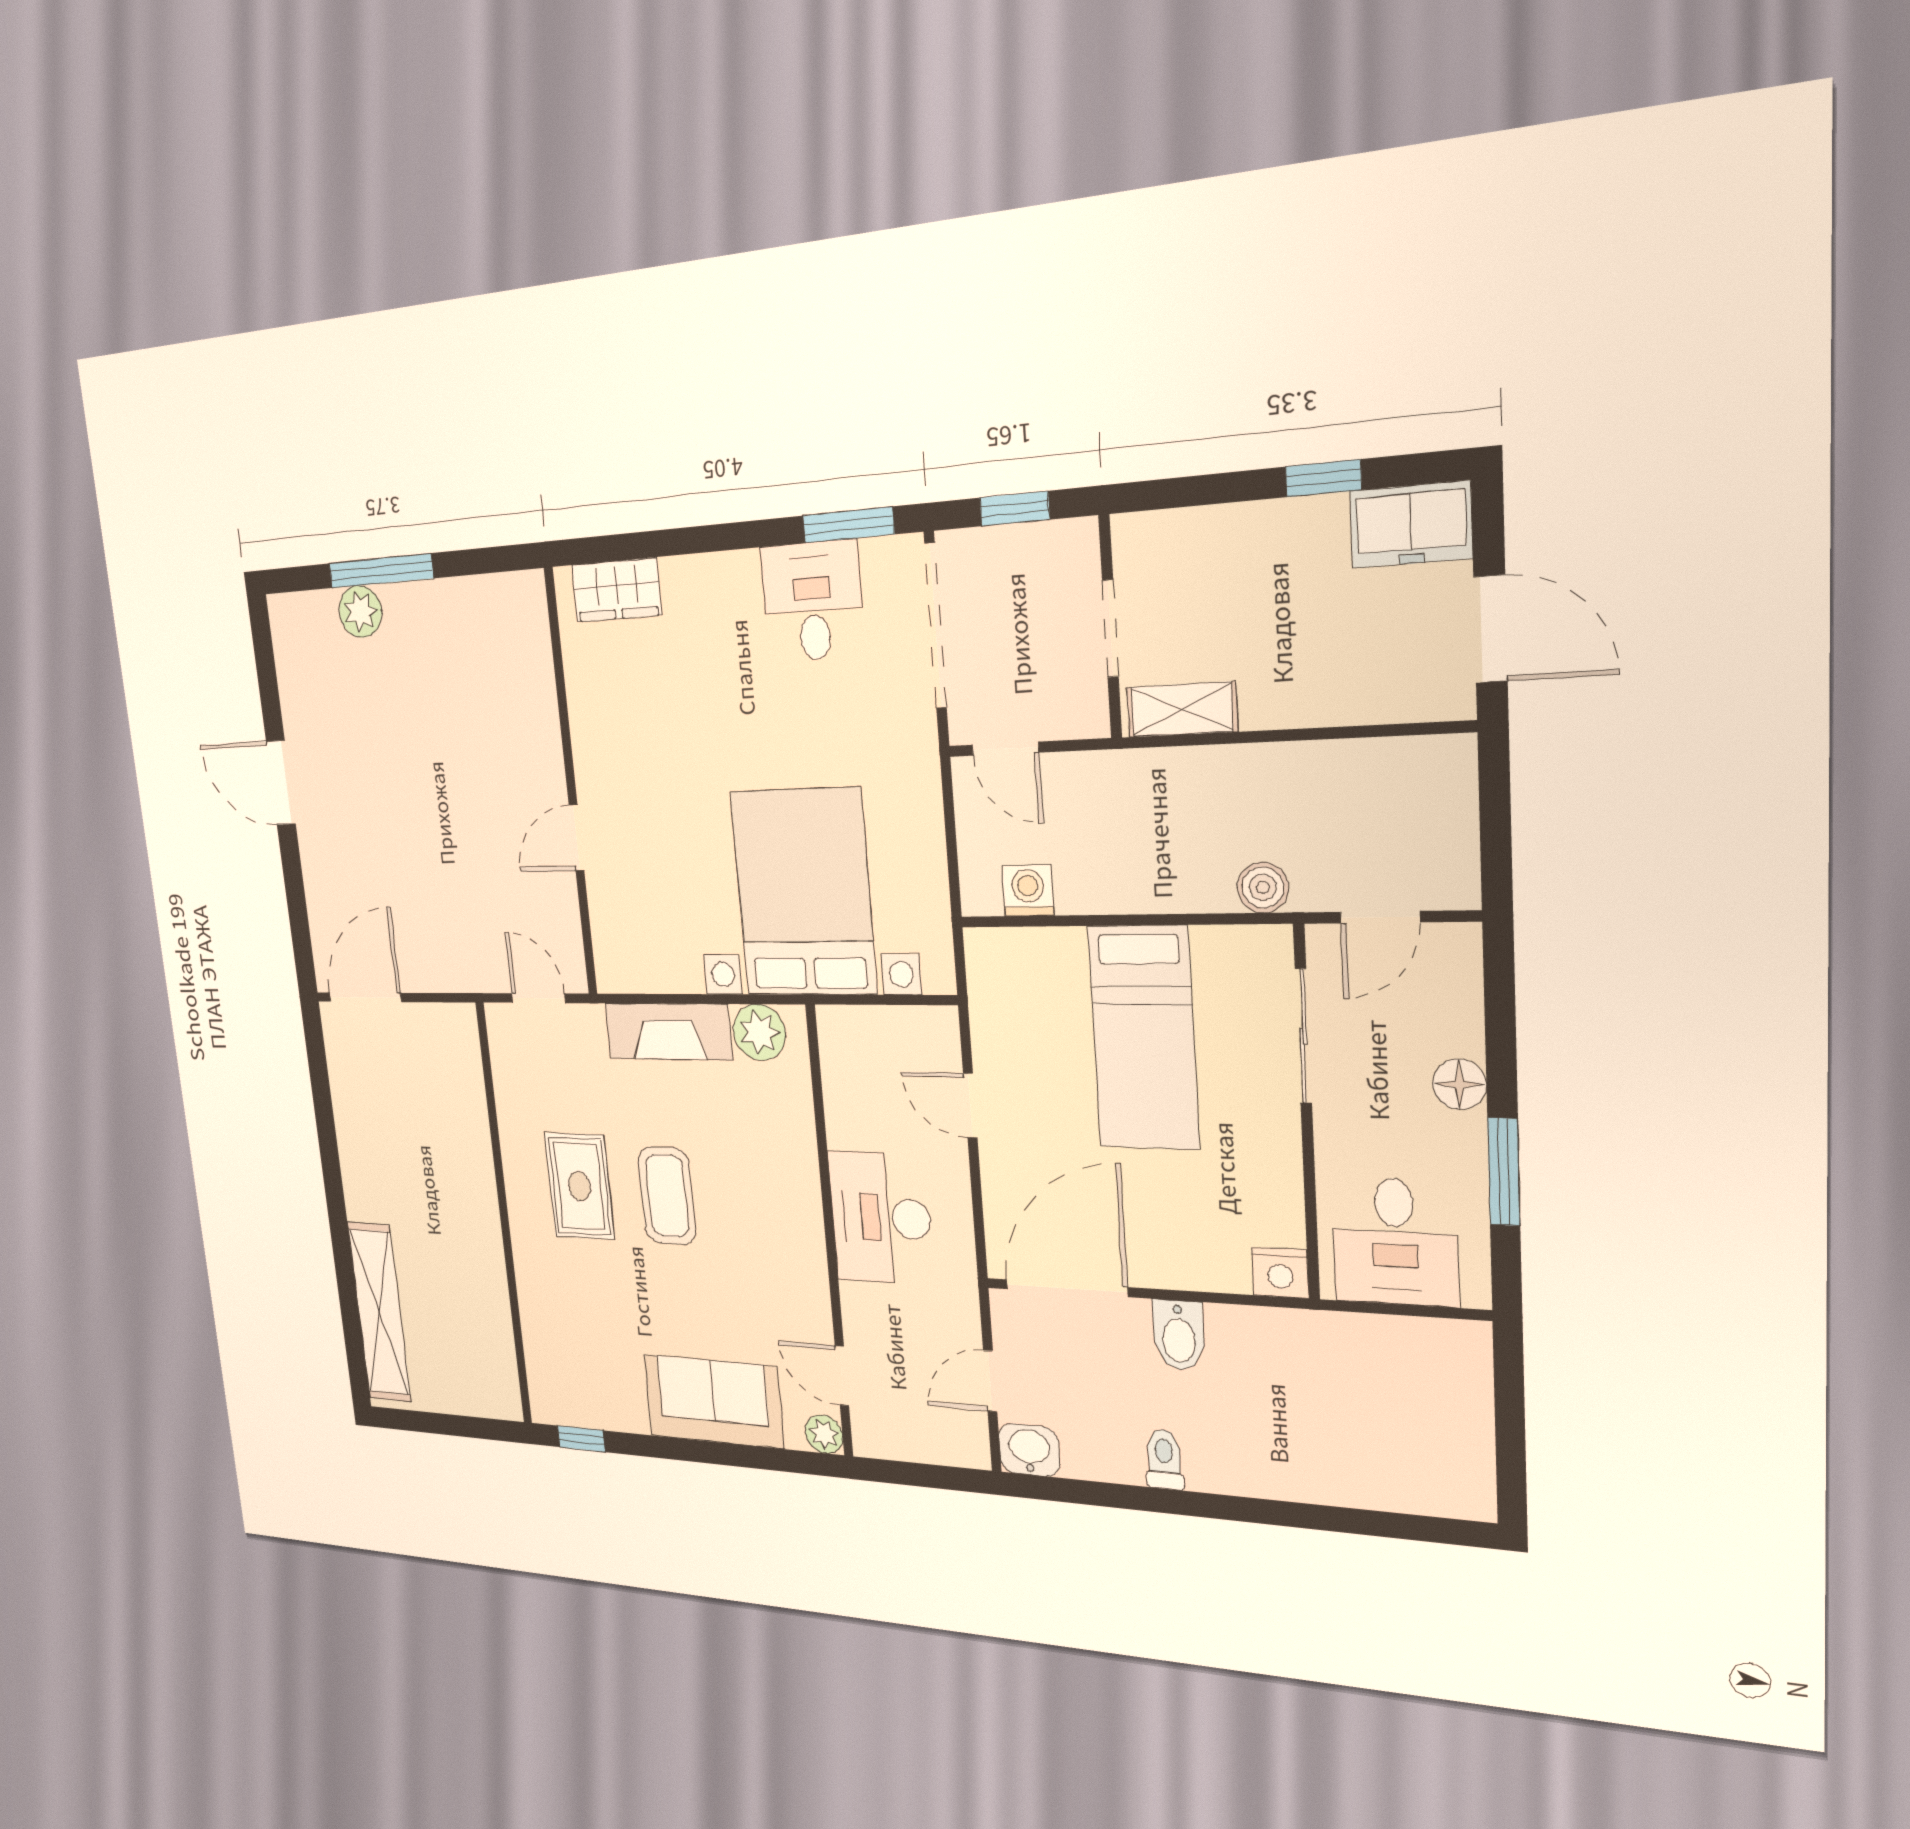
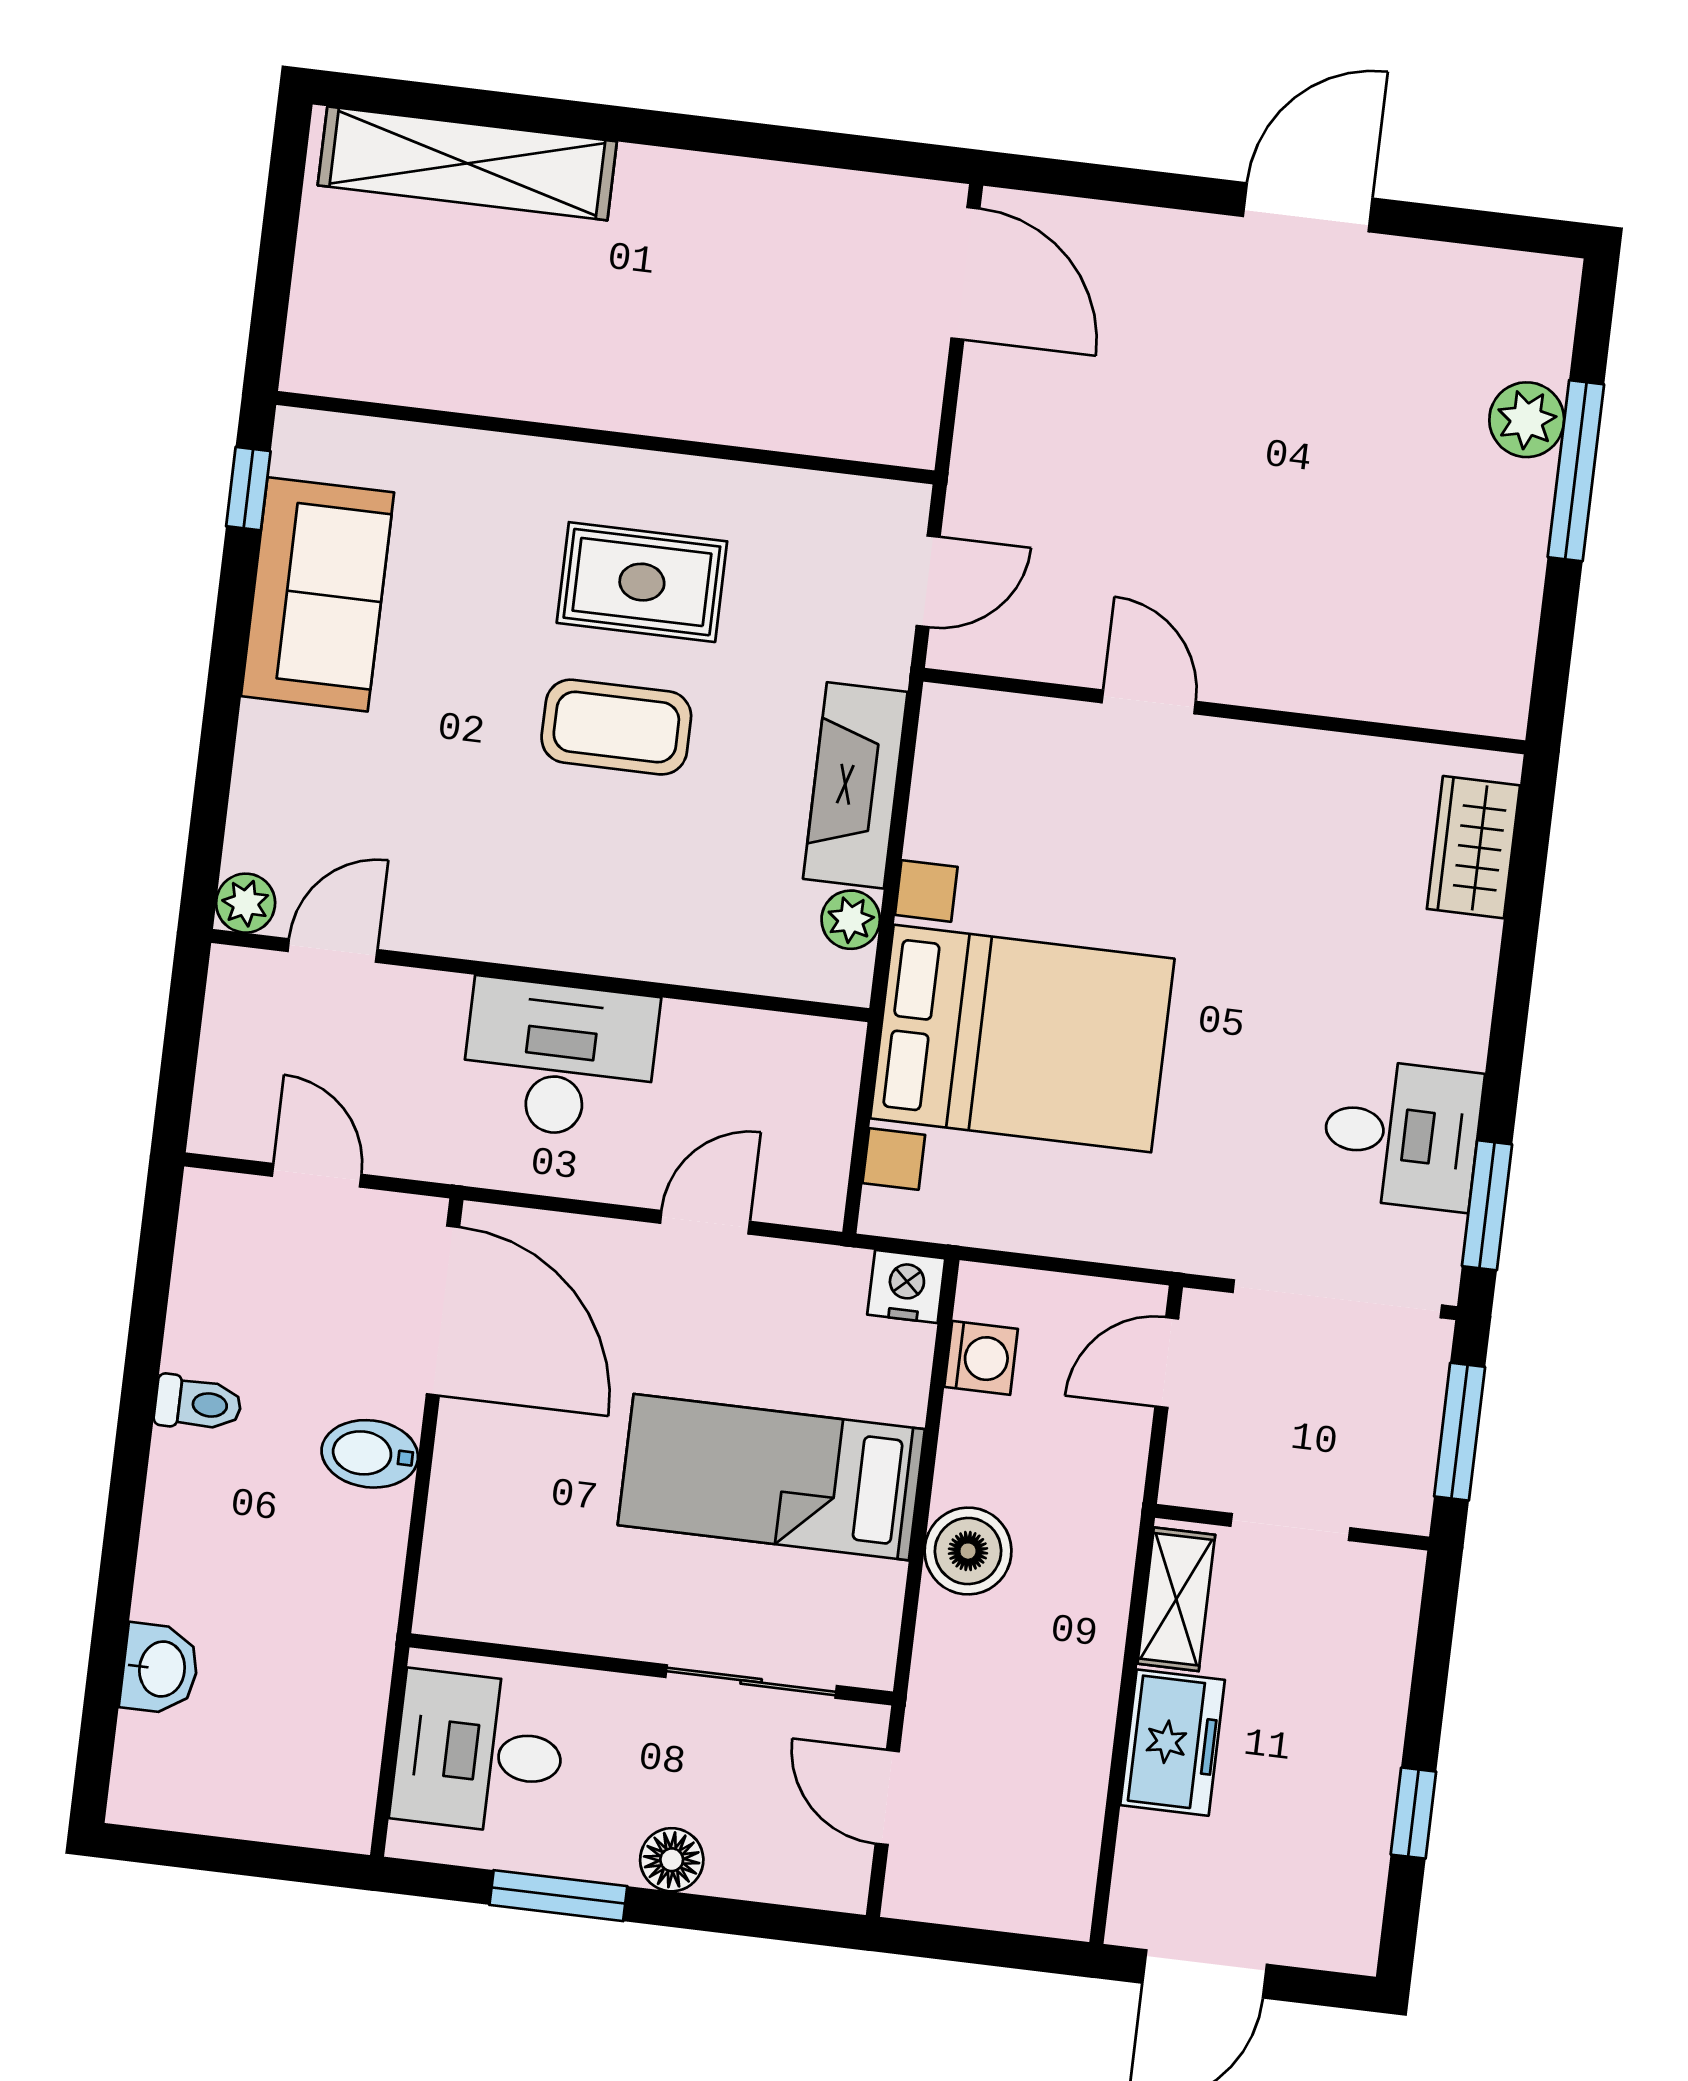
window: (1015, 509) -> (1460, 1432), width x1.50
freezer: (1411, 525) -> (1173, 1743), moved, turned 180
boiler: (1263, 887) -> (968, 1551), moved, width x1.36, depth x1.36
plant: (759, 1032) -> (851, 920), width x0.73, depth x0.73
nightstand: (1280, 1273) -> (906, 1287), moved, turned 90
sofa: (713, 1401) -> (318, 594), moved
washbasin: (1029, 1450) -> (160, 1669), moved

